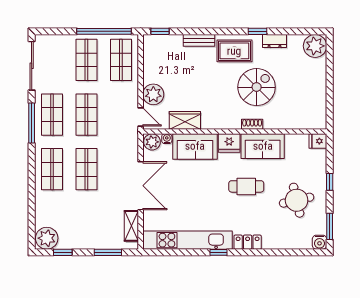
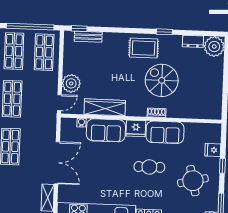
bench: (199, 40) -> (88, 37), moved
dresser: (274, 41) -> (193, 41), moved
spiral stairs: (257, 87) -> (162, 80), turned -90
door: (141, 117) -> (59, 103), hinge flipped
wardrobe: (185, 120) -> (105, 107), width x1.50
fridge: (318, 141) -> (213, 150), moved
plant: (152, 142) -> (68, 125), removed

